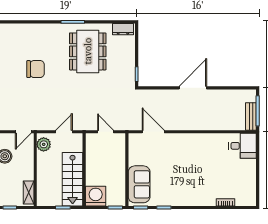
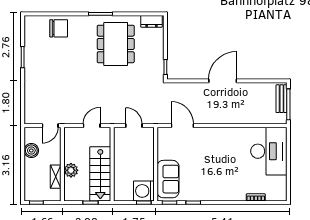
chair: (35, 69) -> (59, 28), moved
bench: (251, 117) -> (282, 99), moved
plant: (44, 144) -> (71, 170), moved
desk: (243, 146) -> (269, 151), width x1.87, depth x1.30
shelving: (29, 192) -> (56, 177), moved
washing machine: (96, 196) -> (144, 191), moved, turned -90

